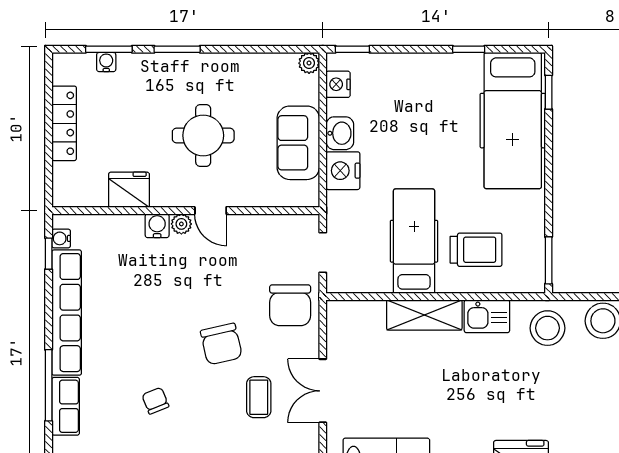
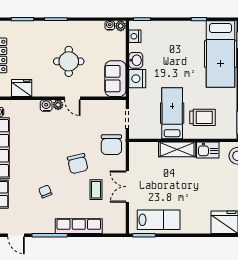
water cooler: (106, 62) -> (110, 25), moved
sofa: (298, 143) -> (115, 79), moved
fridge: (129, 190) -> (22, 88), moved

